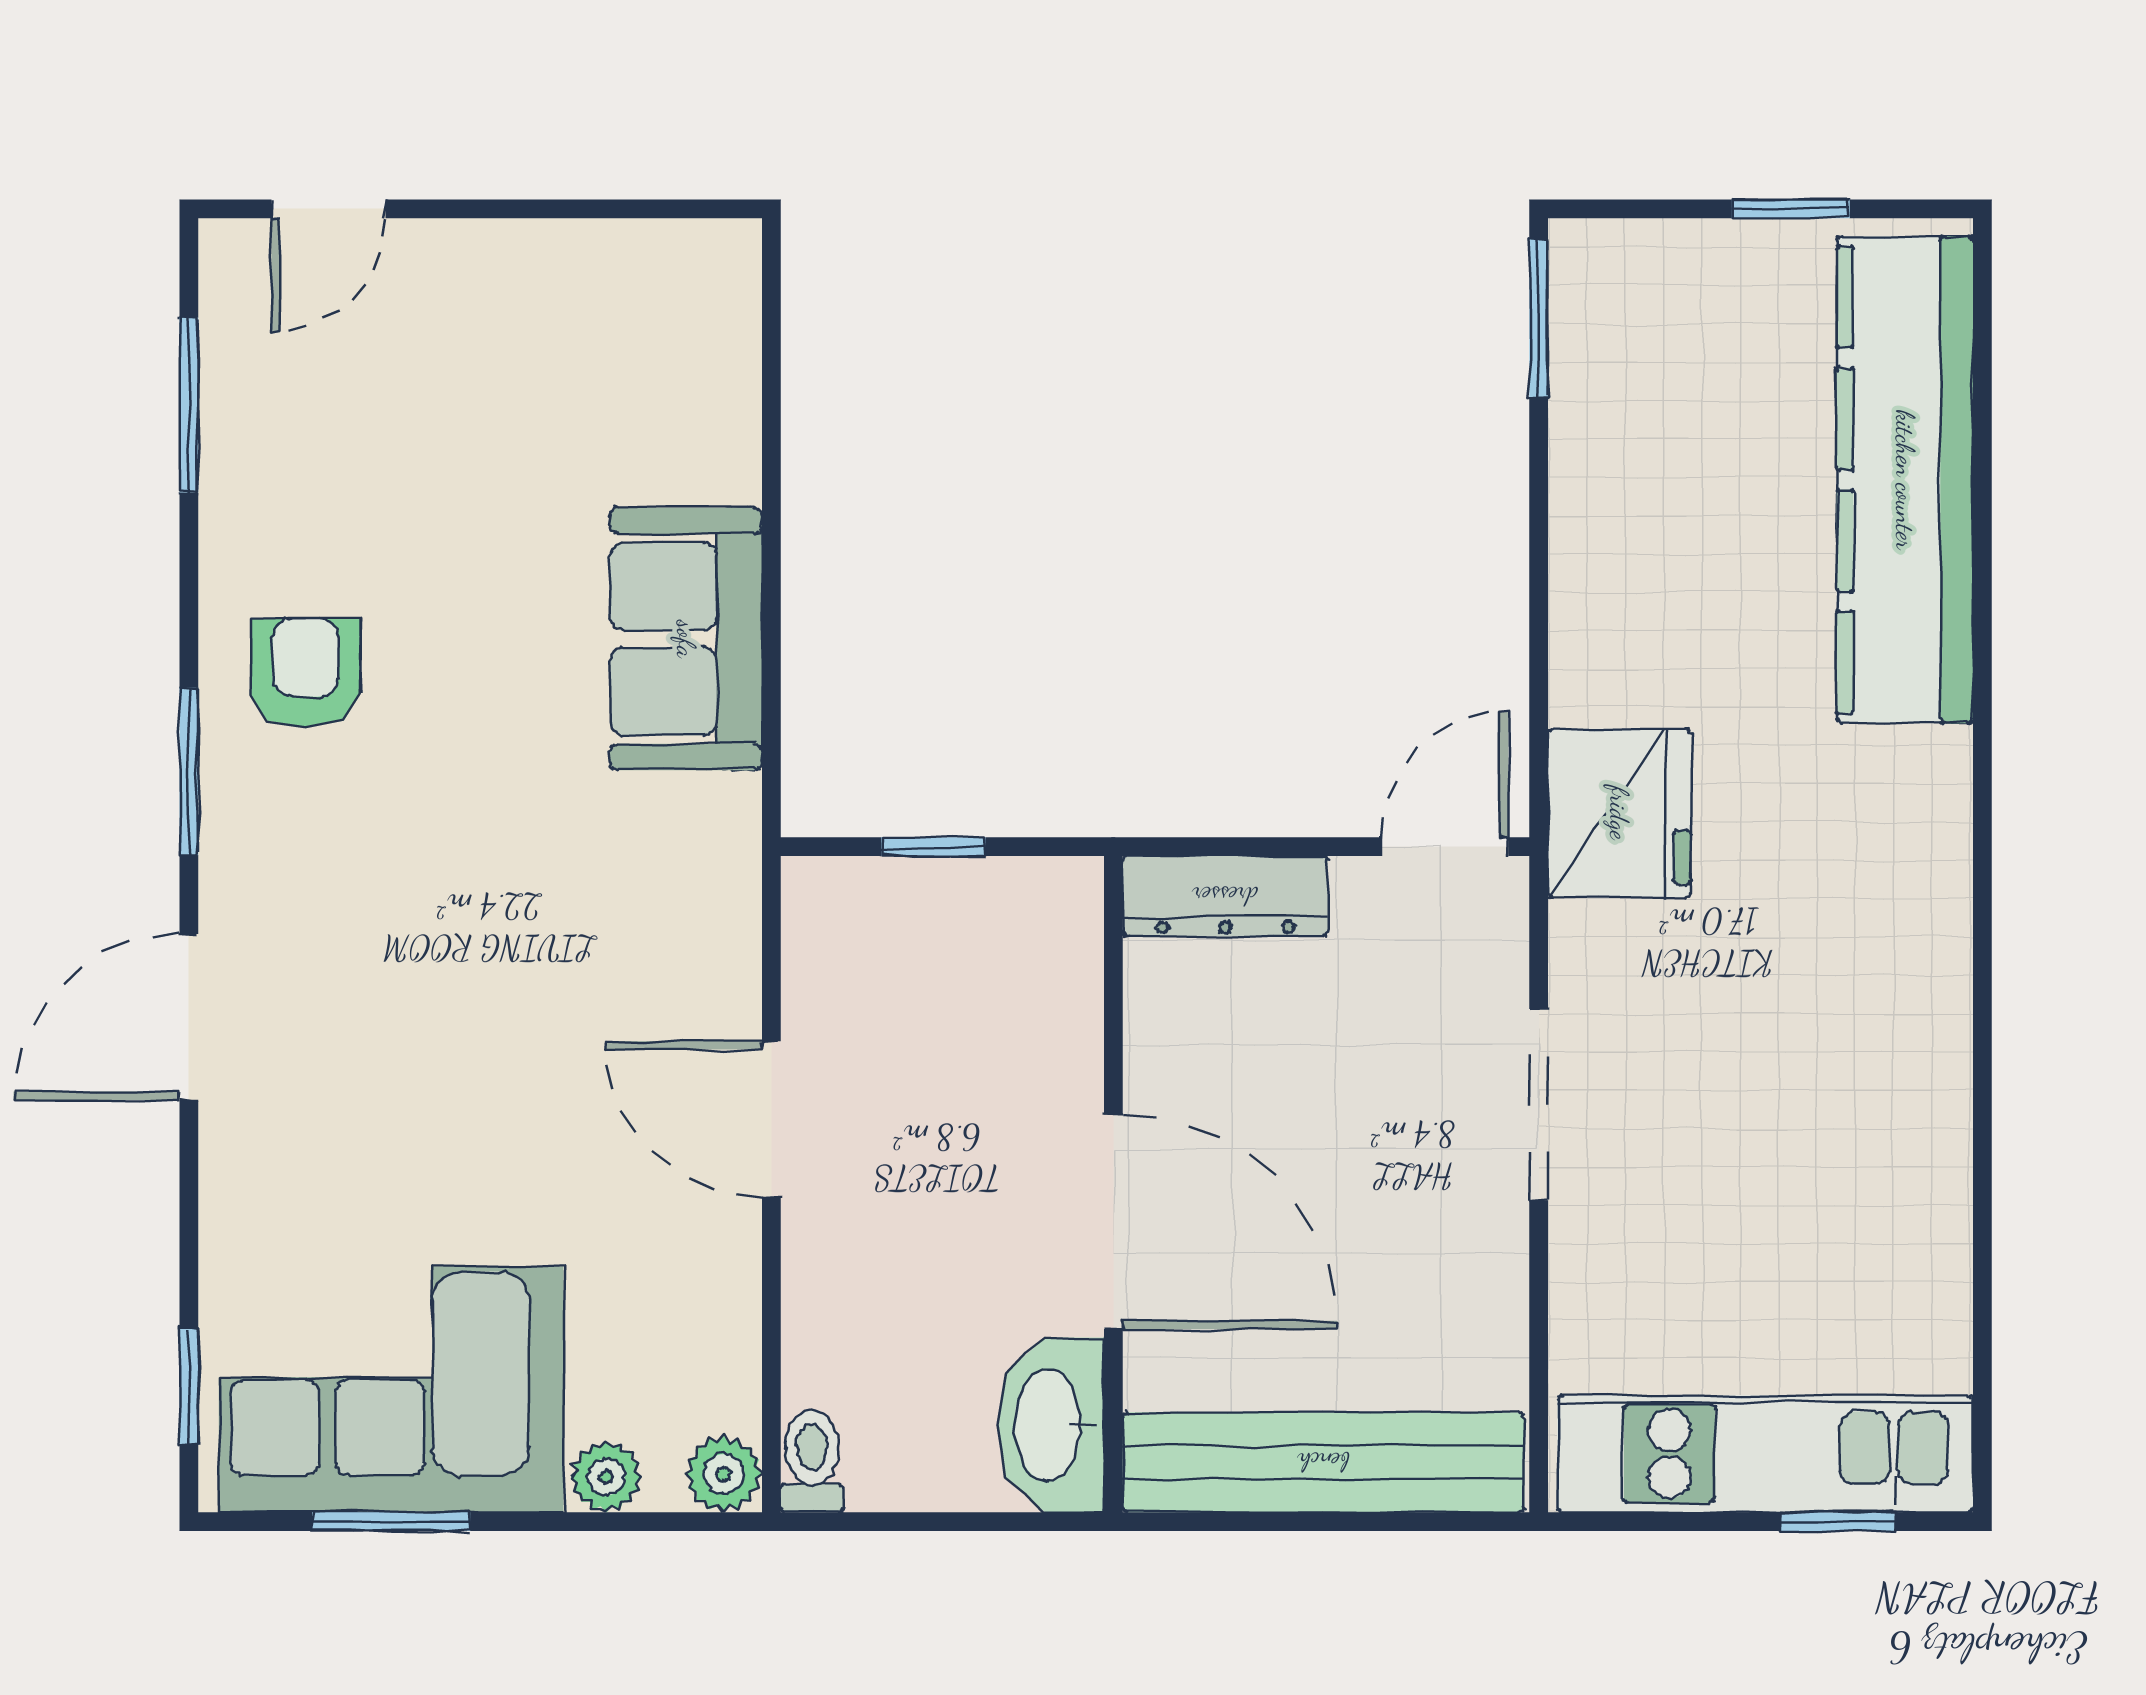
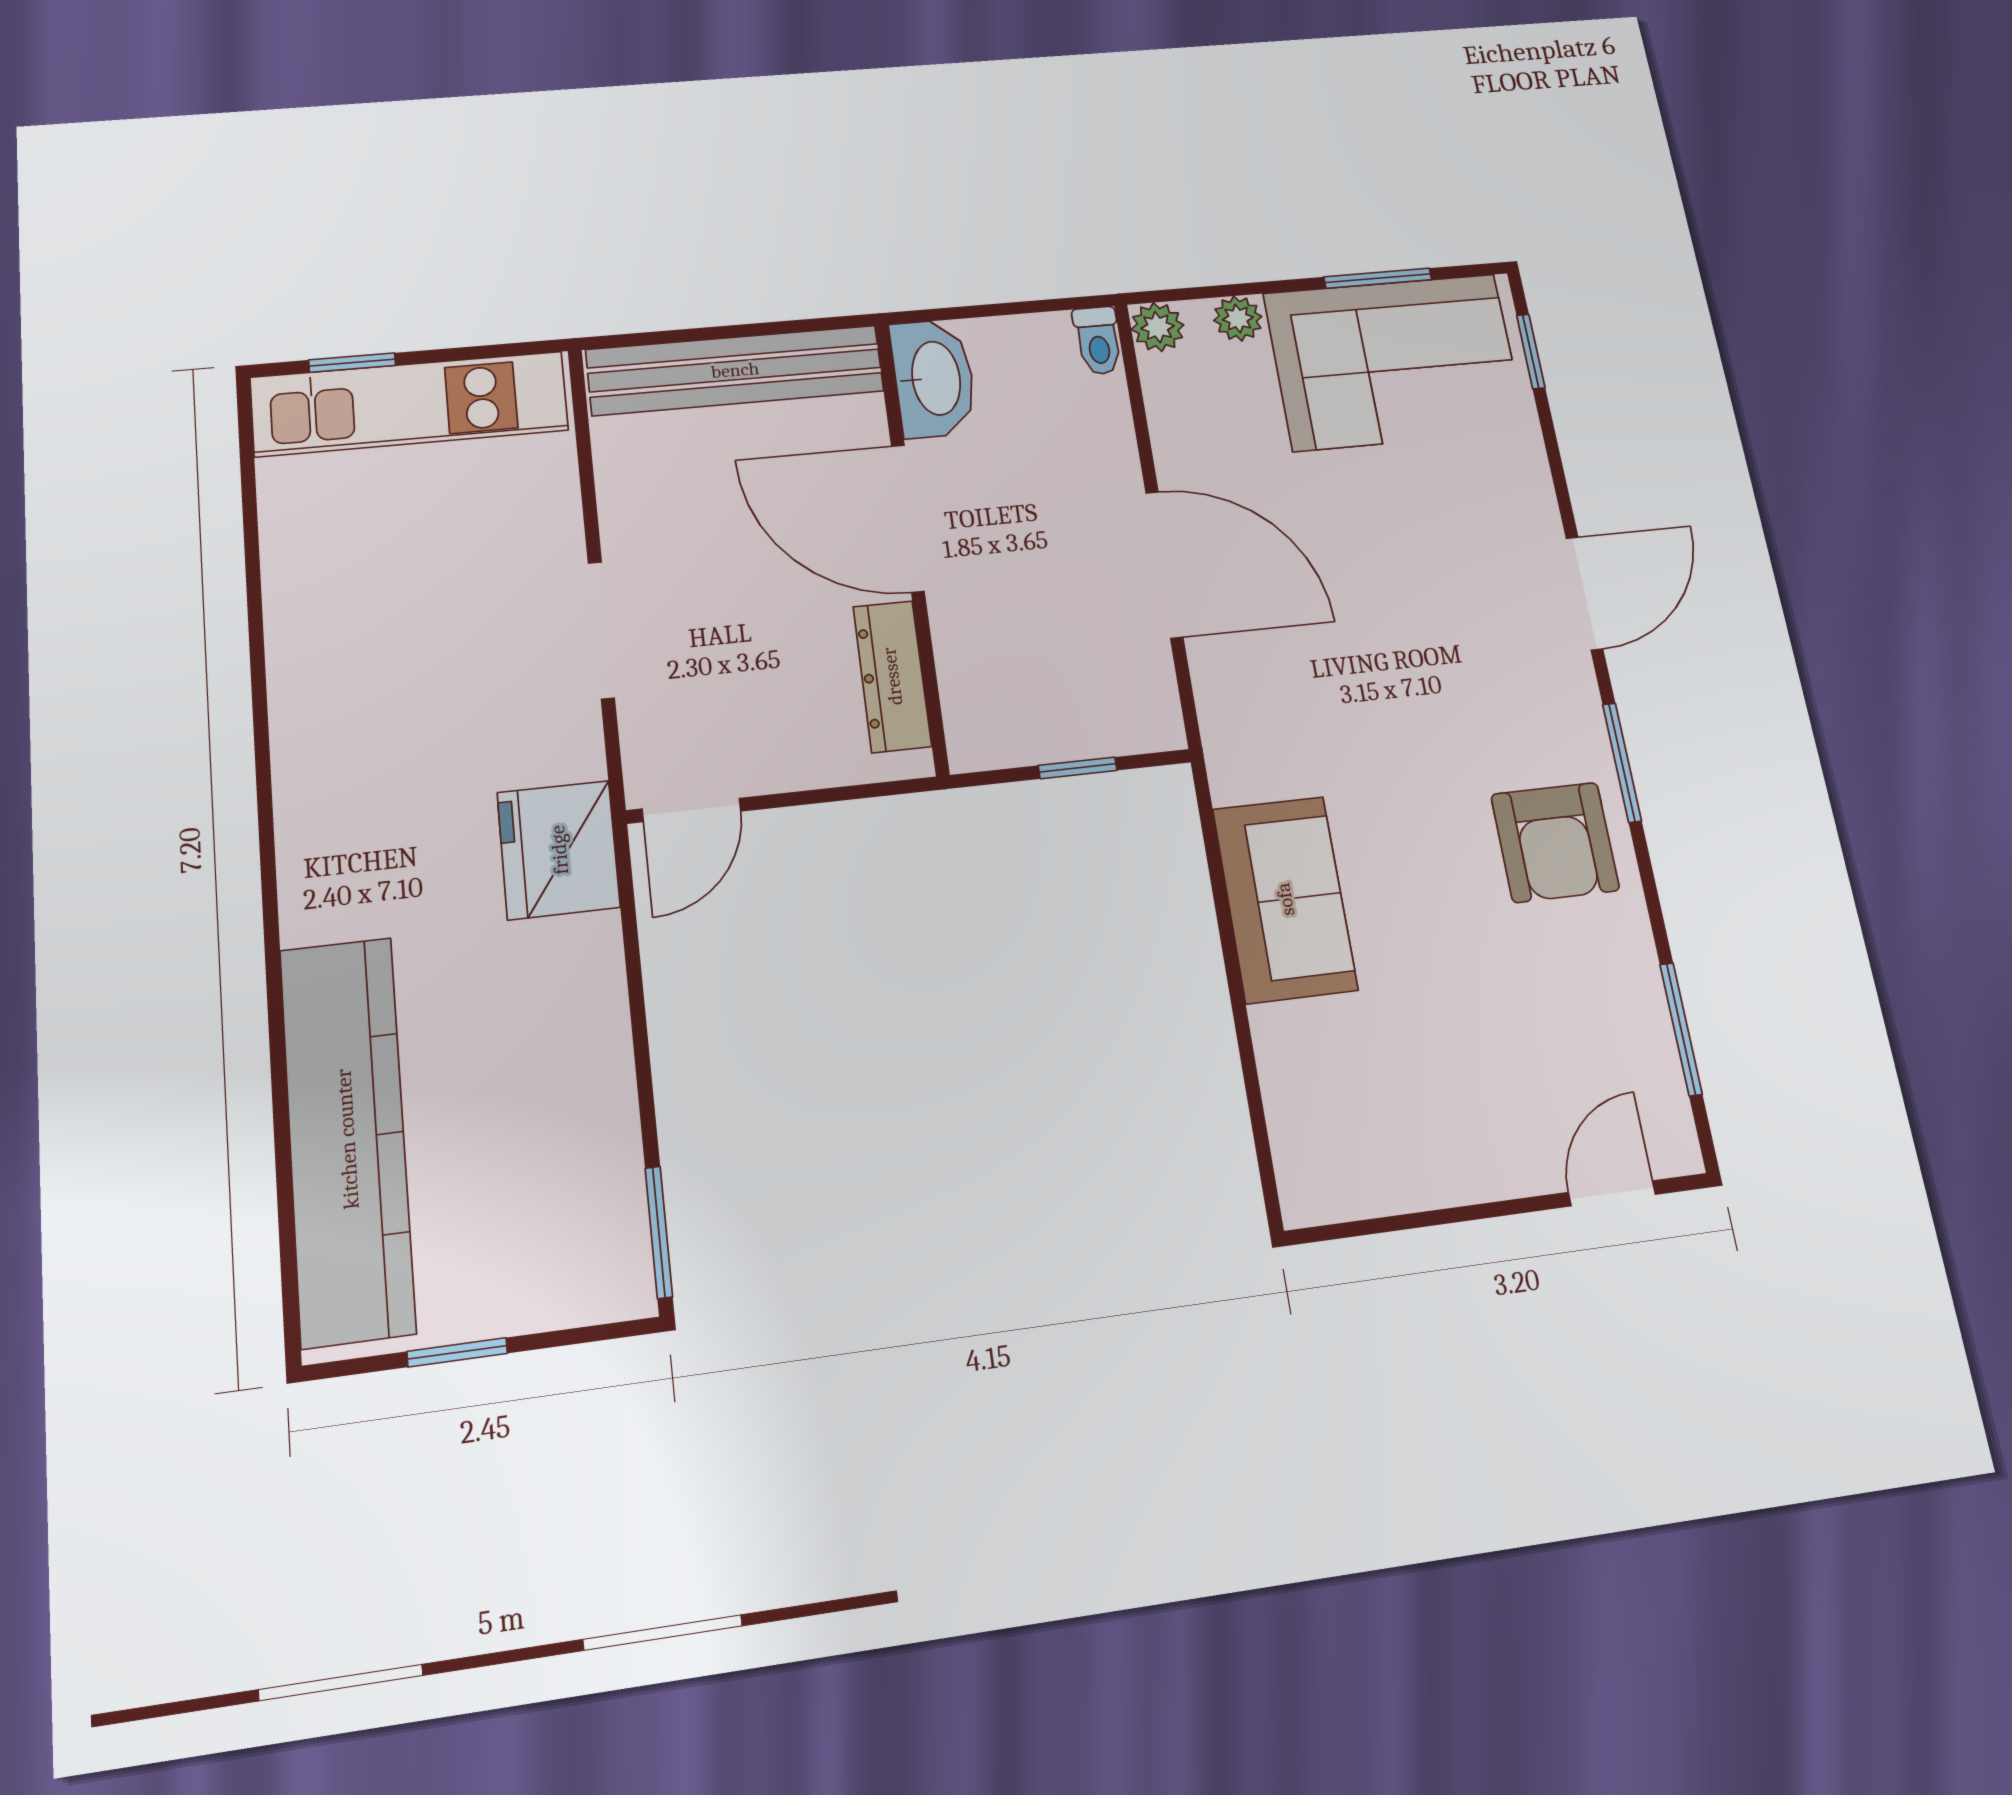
armchair: (305, 673) -> (1555, 842), width x1.38, depth x1.38
dresser: (1225, 896) -> (892, 676), moved, turned -90
door: (771, 1119) -> (1164, 565), width x1.36

